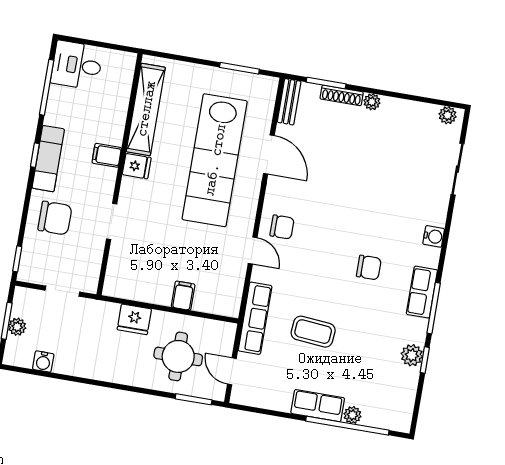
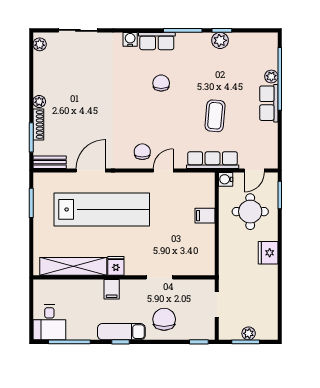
row of seats: (422, 292) -> (157, 41), moved
fridge: (134, 319) -> (268, 253), moved, turned 180
water cooler: (43, 362) -> (226, 179), moved, turned 180

